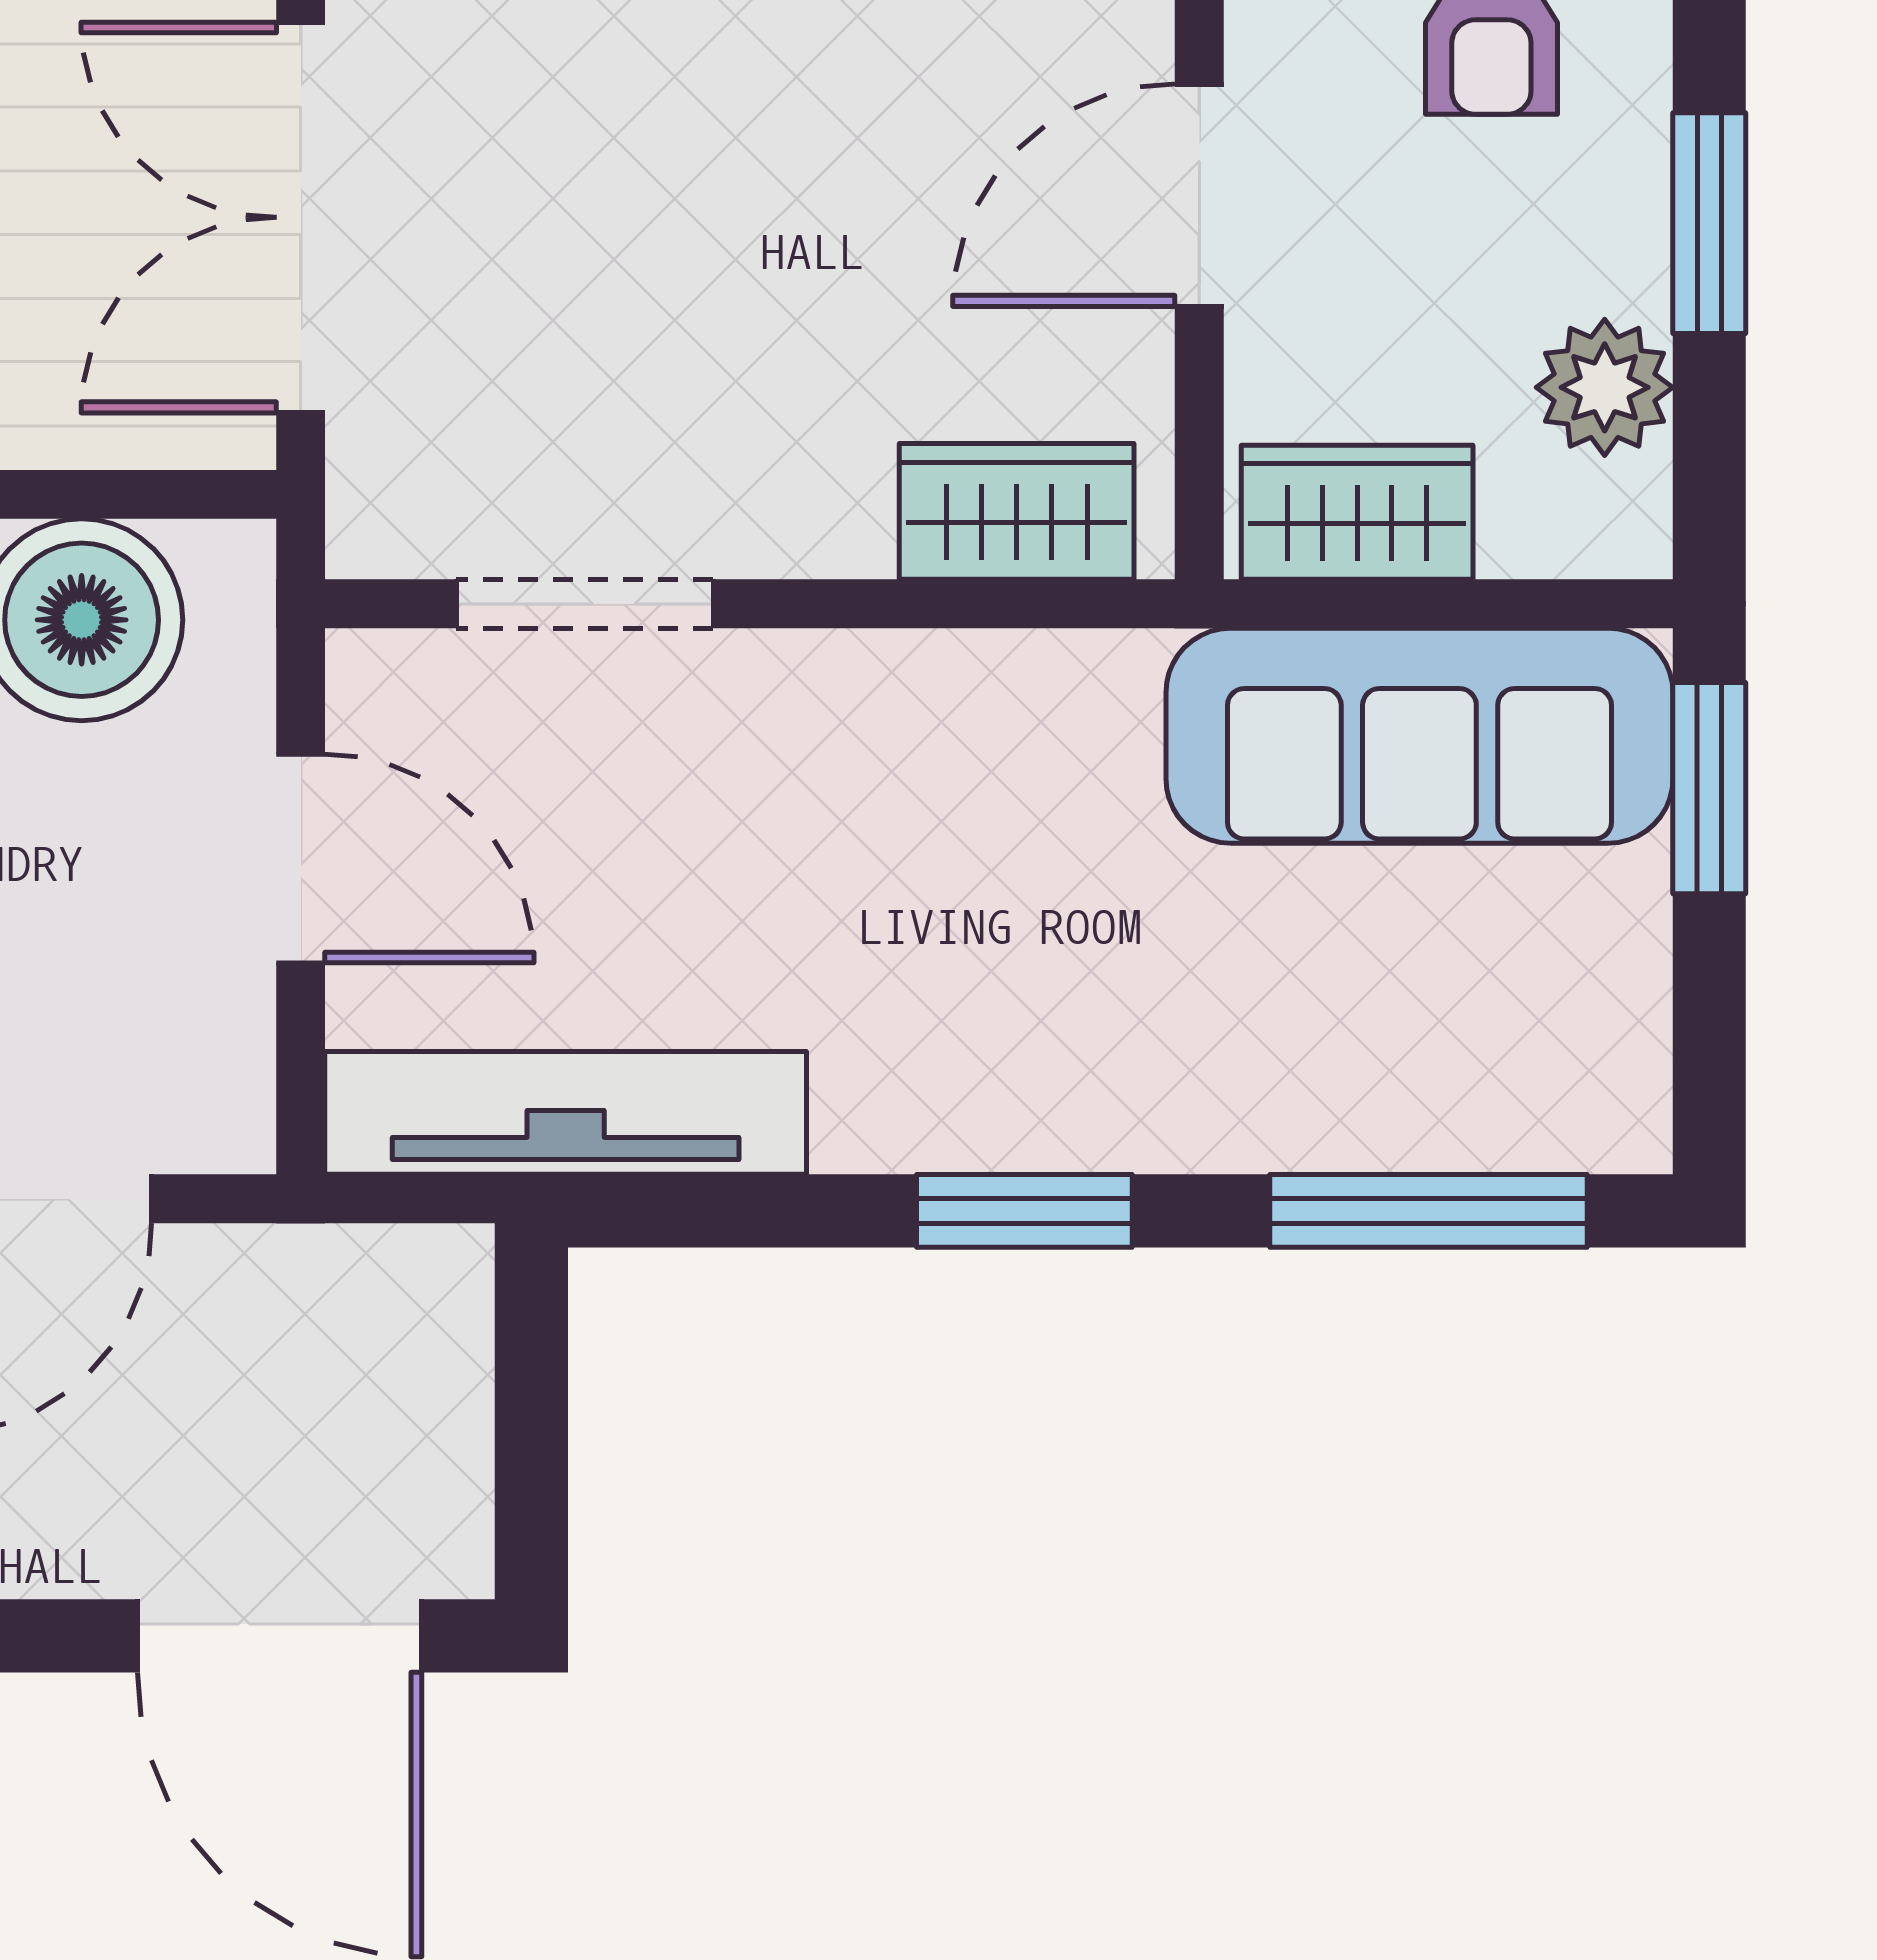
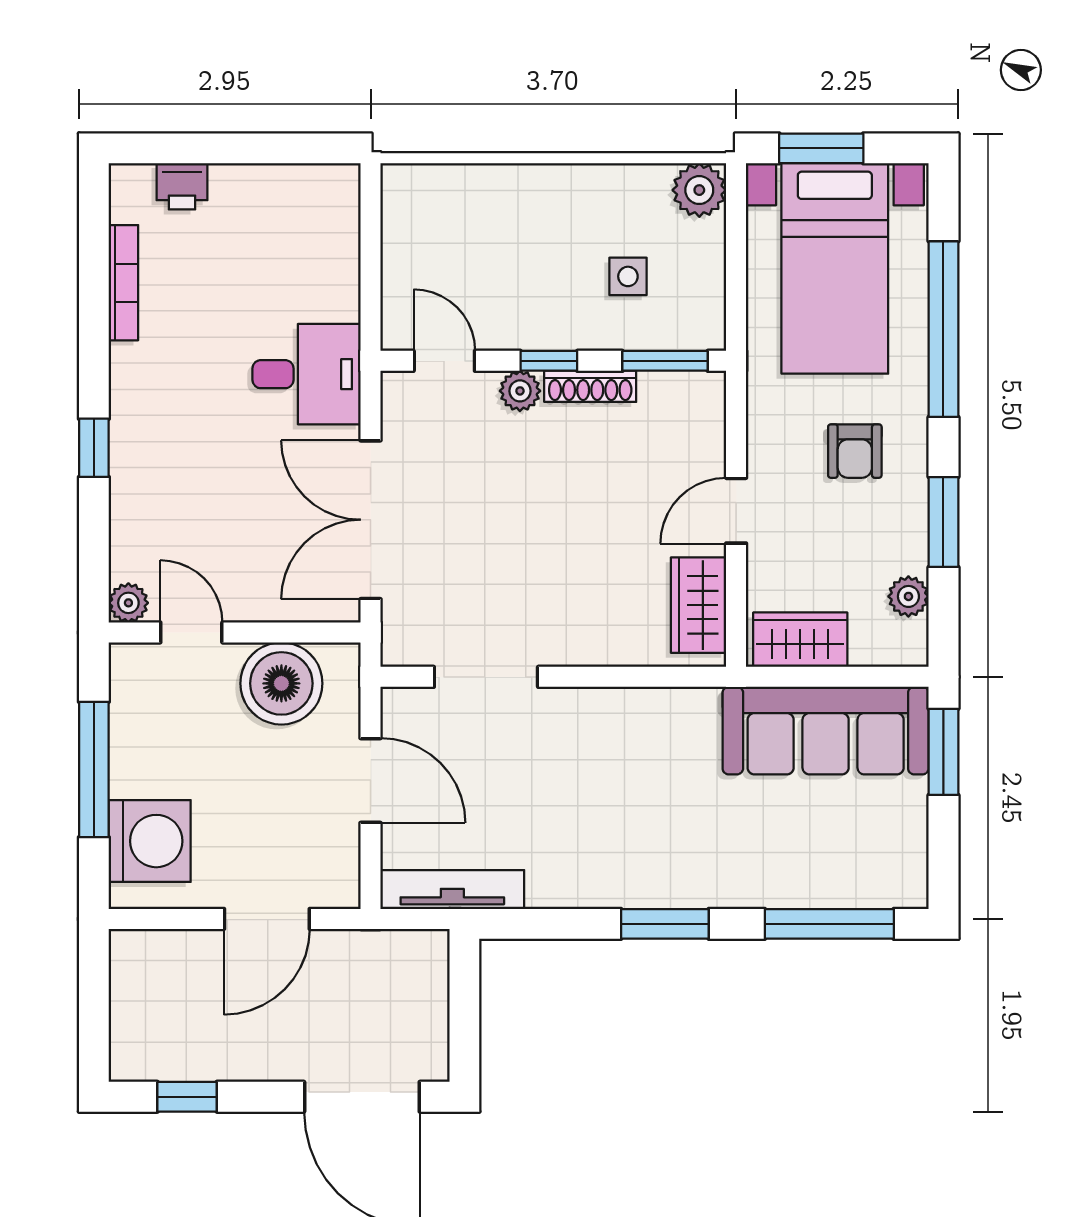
door: (1199, 195) -> (736, 511), width x0.73
plant: (1605, 387) -> (908, 596), width x0.73, depth x0.73
wardrobe: (1017, 511) -> (698, 605), moved, turned -90
tv unit: (566, 1113) -> (452, 890), width x0.73, depth x0.78

